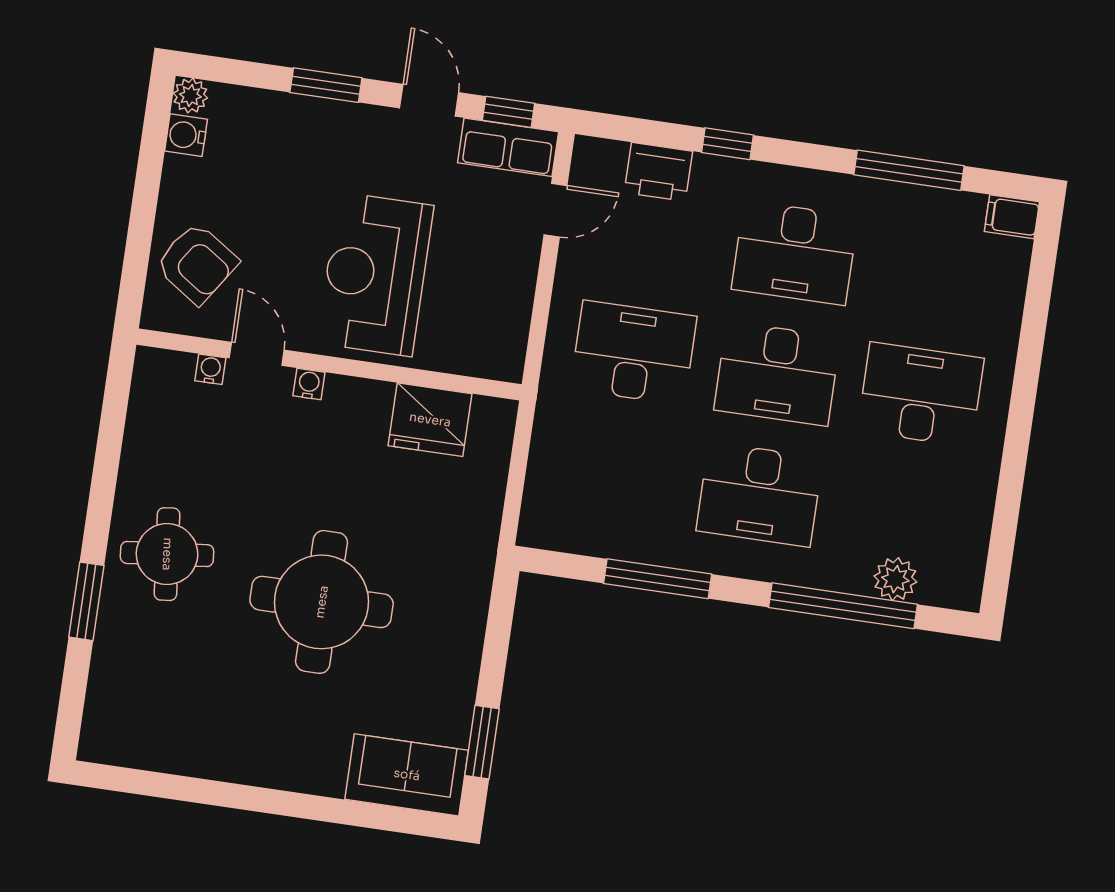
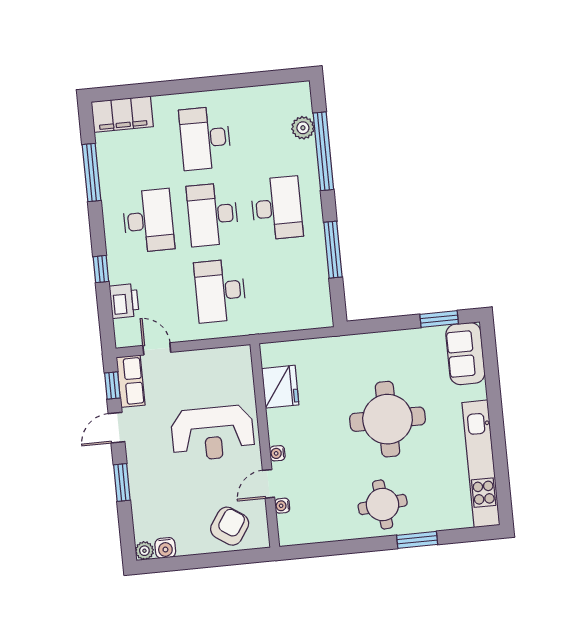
filing cabinet: (1012, 217) -> (122, 114), width x3.00, depth x1.17
desk: (777, 374) -> (213, 214), turned 180
kitchen unit: (197, 753) -> (481, 464), added

